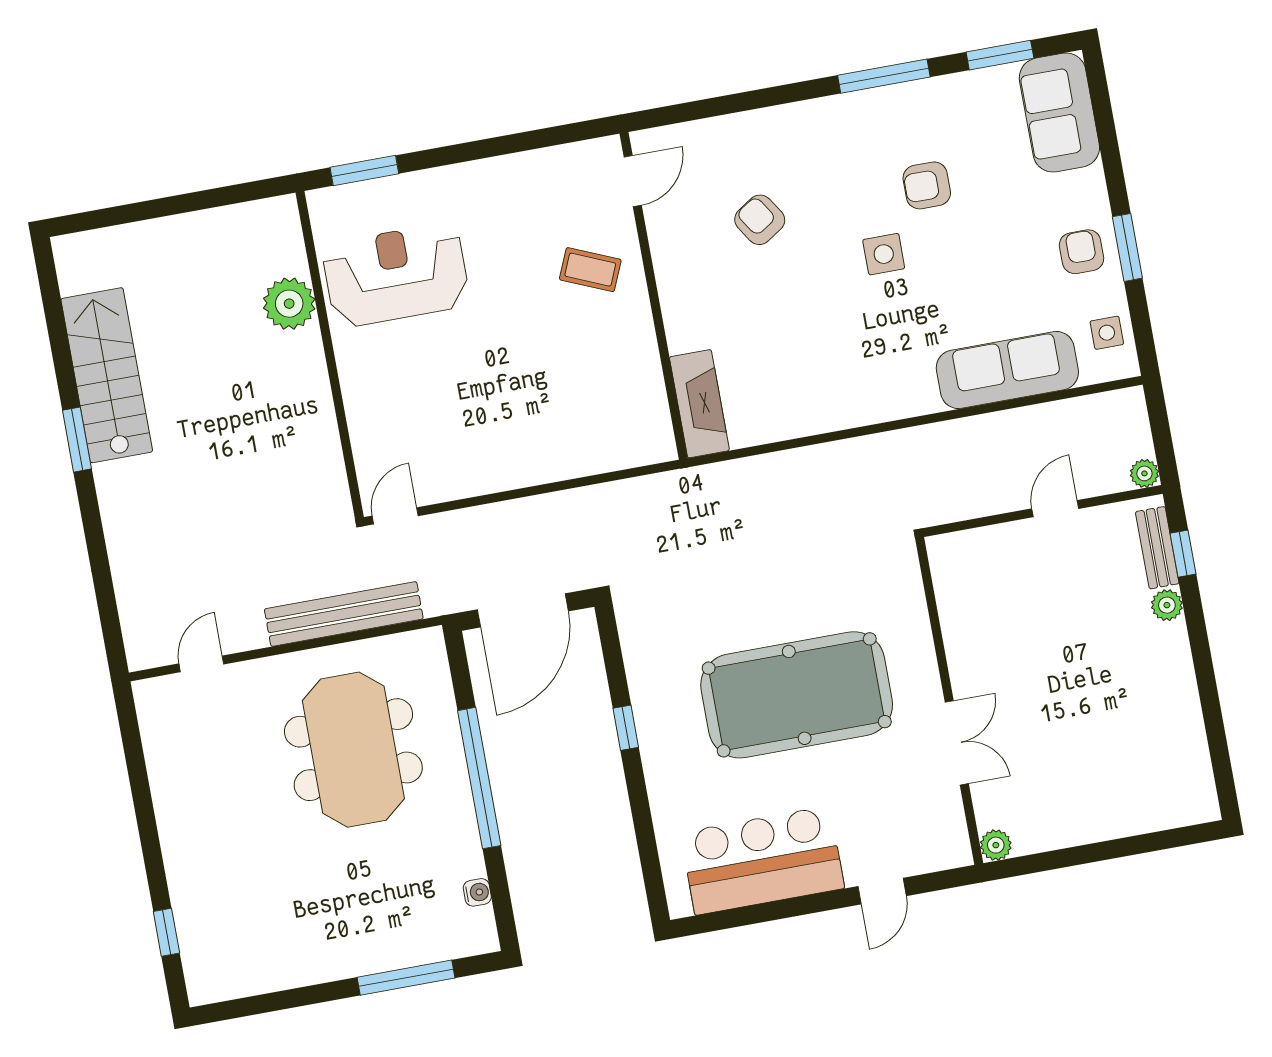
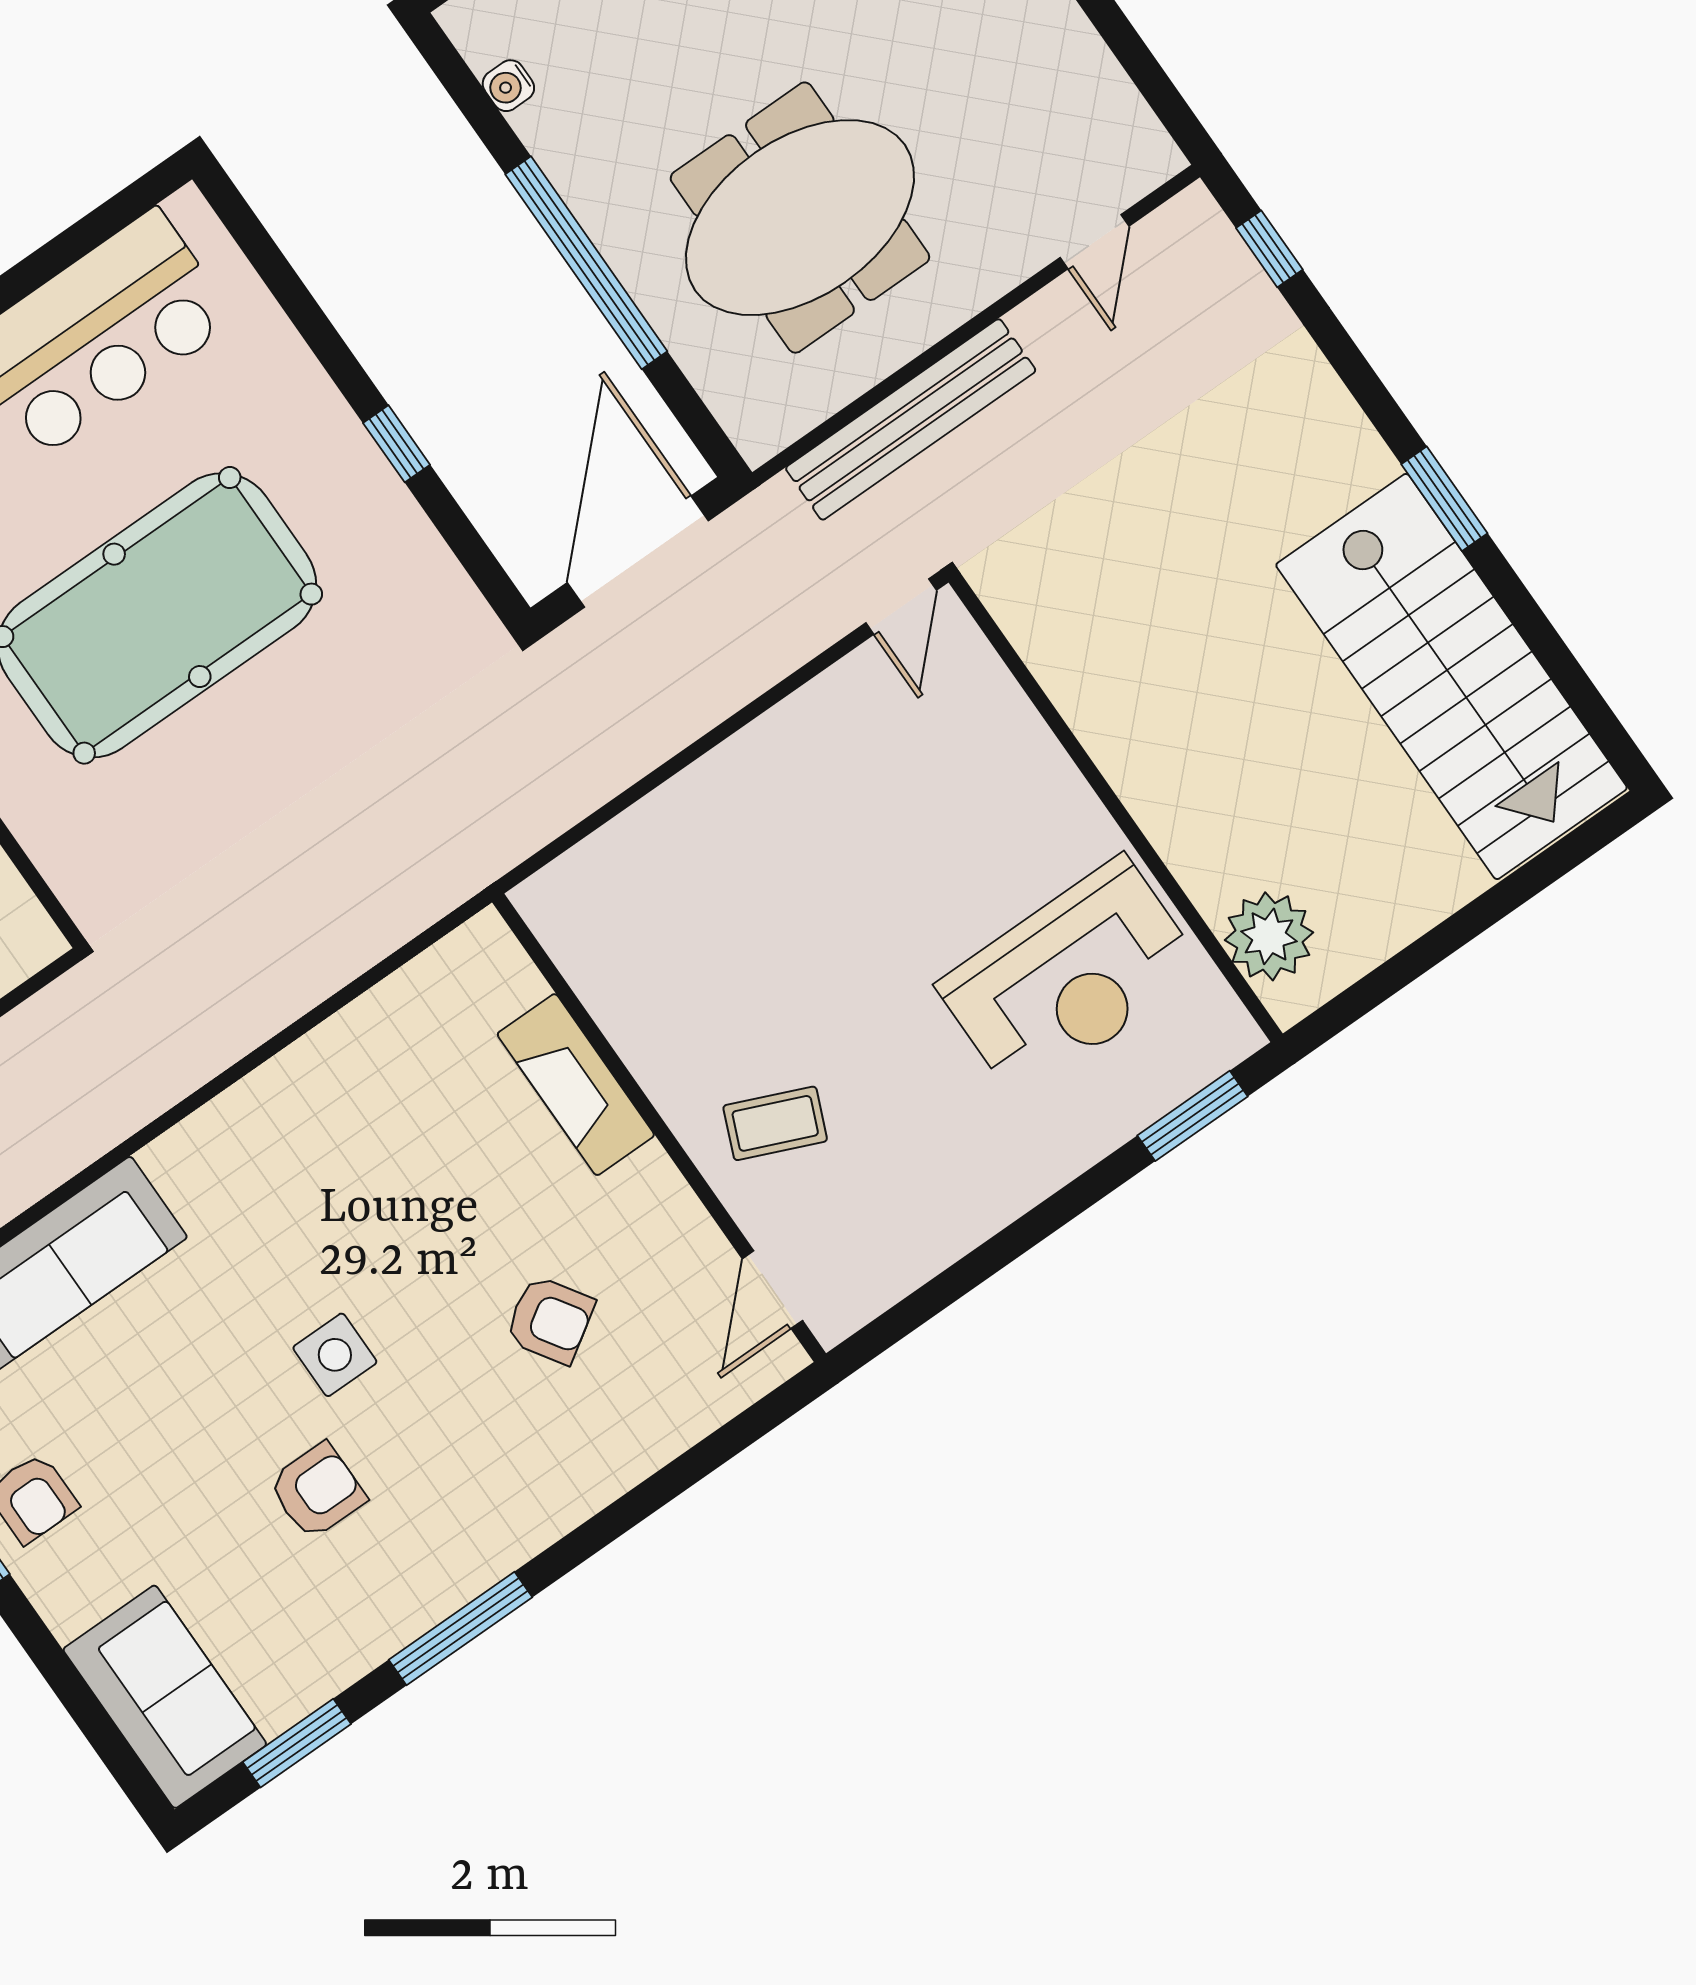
plant: (289, 304) -> (1269, 936), moved
stairs: (107, 375) -> (1451, 676), width x1.36, depth x1.51
fireplace: (699, 404) -> (576, 1085), moved
window: (109, 617) -> (1269, 249), added
meeting table: (353, 750) -> (800, 218), turned 90

